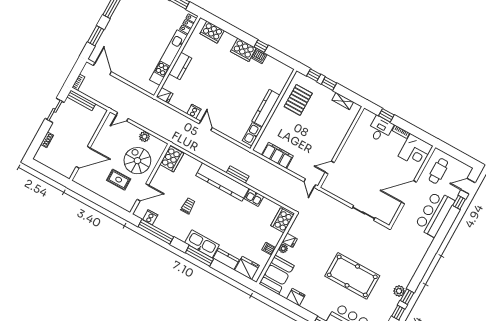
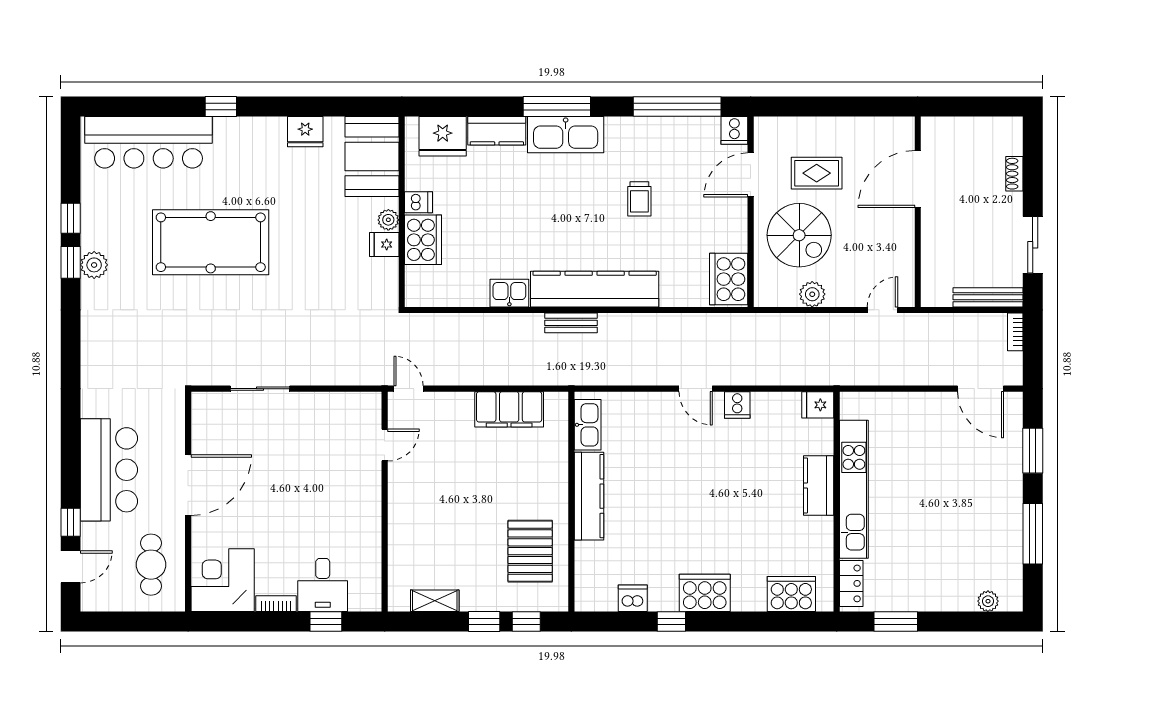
dishwasher: (259, 56) -> (633, 598), moved
cooker: (150, 217) -> (734, 130), moved
cooker: (282, 220) -> (423, 240), moved

